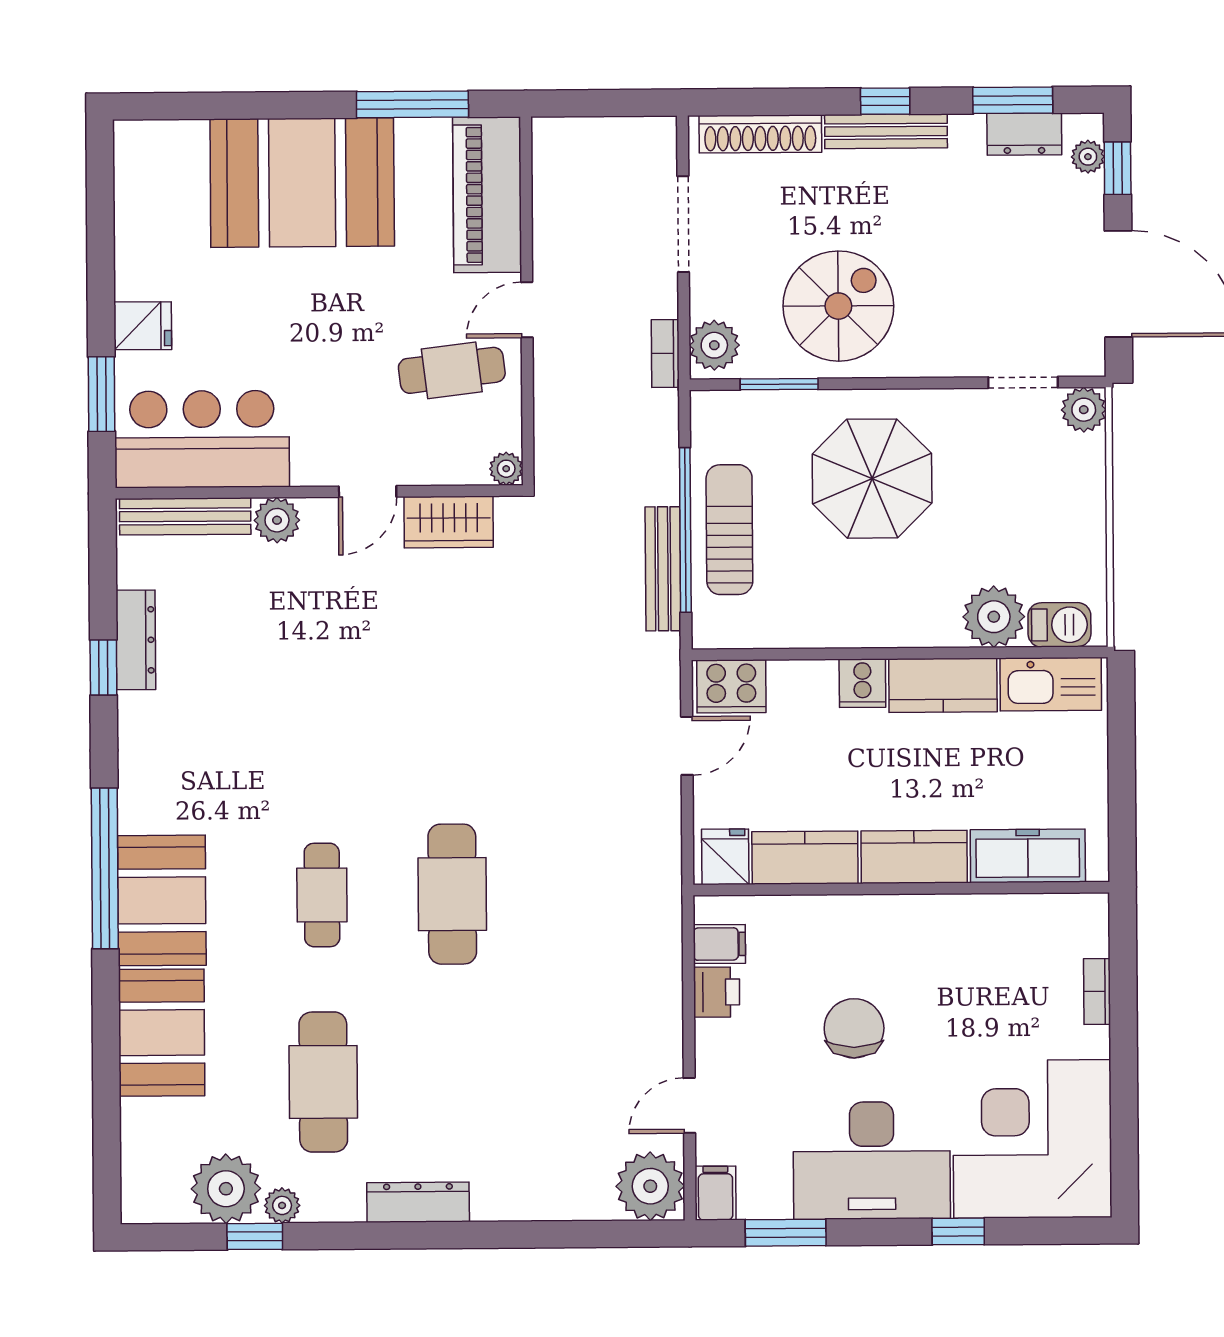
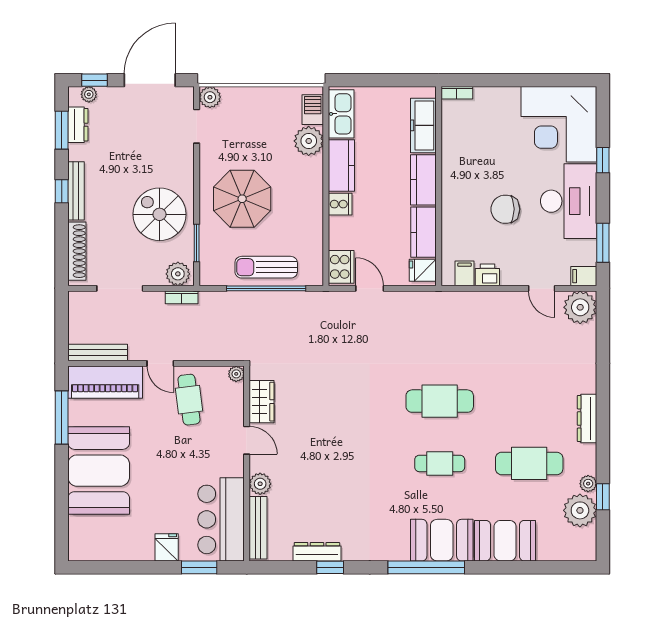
bench: (663, 569) -> (98, 353), moved
bookcase: (1097, 992) -> (457, 93), moved

